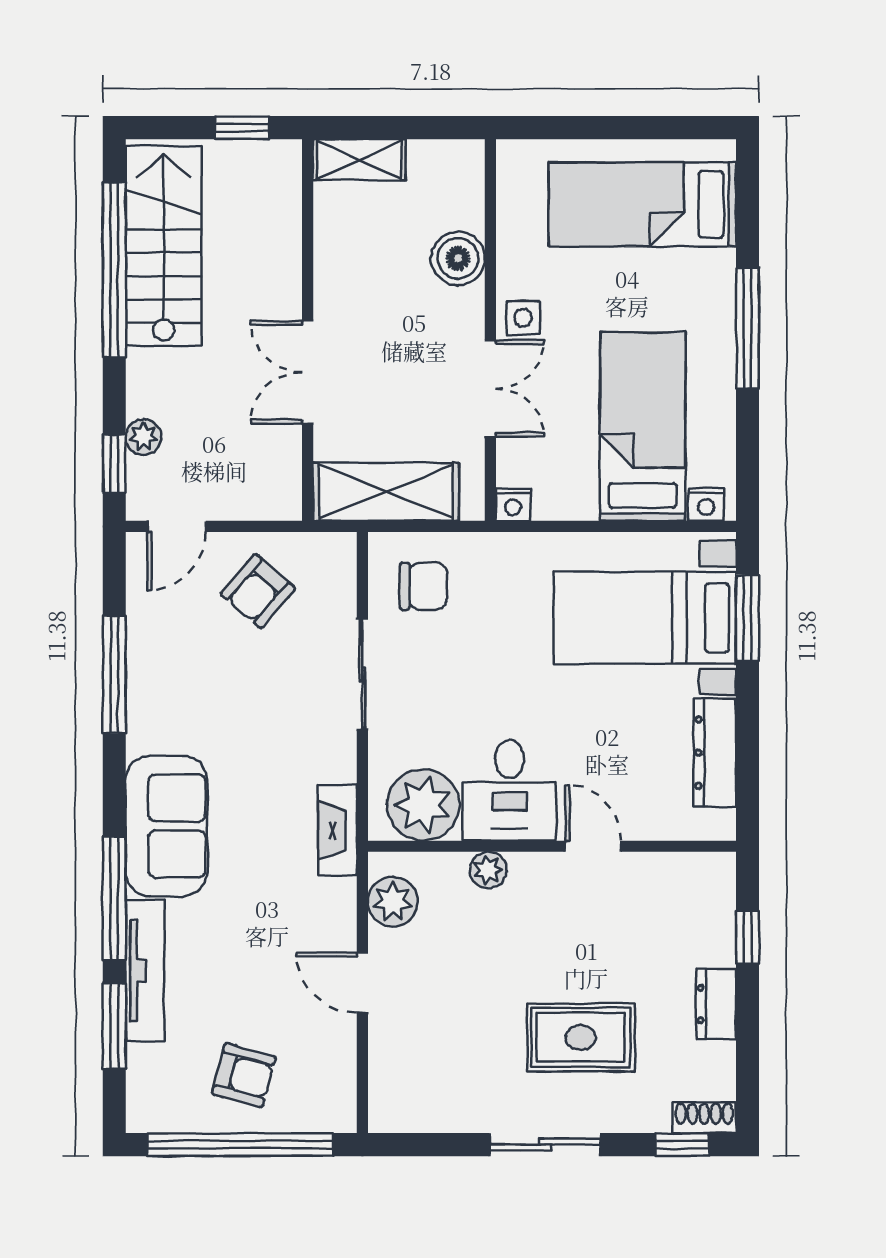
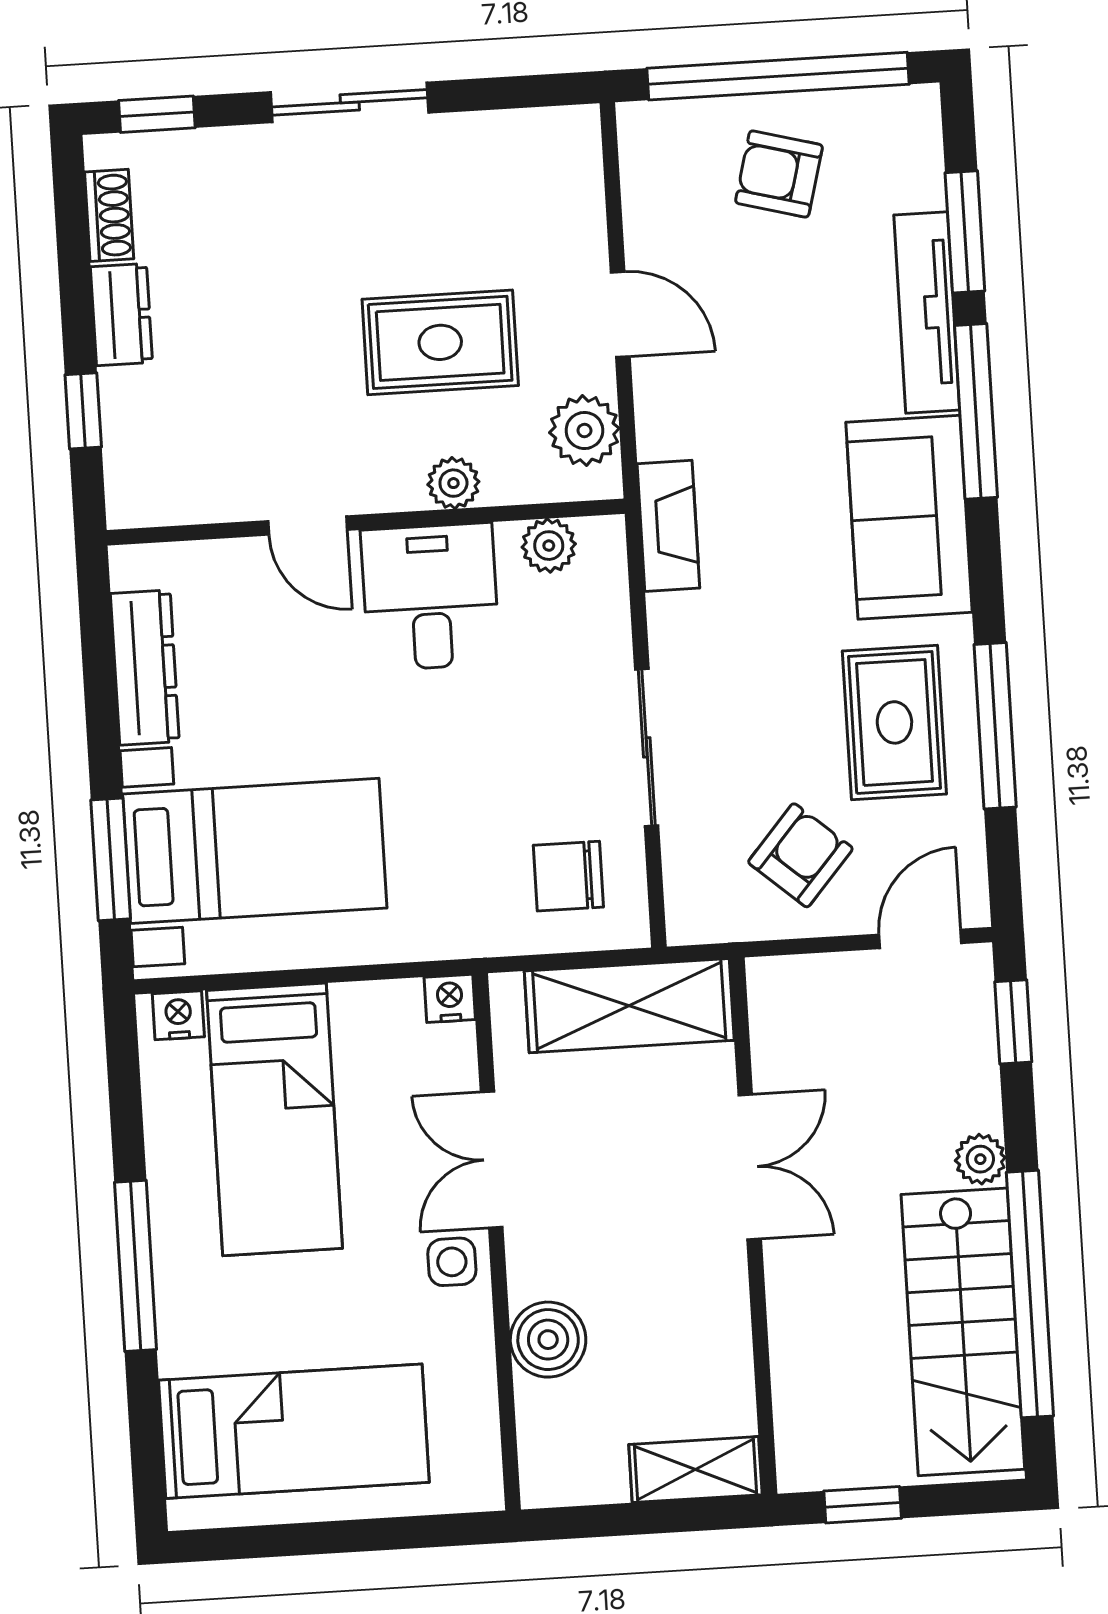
plant: (144, 437) -> (980, 1159), moved
rug: (186, 681) -> (894, 722), added
plant: (423, 805) -> (549, 546), width x0.53, depth x0.53
rug: (581, 1037) -> (440, 342), moved
shoe rack: (704, 1118) -> (109, 215), moved, turned -90

